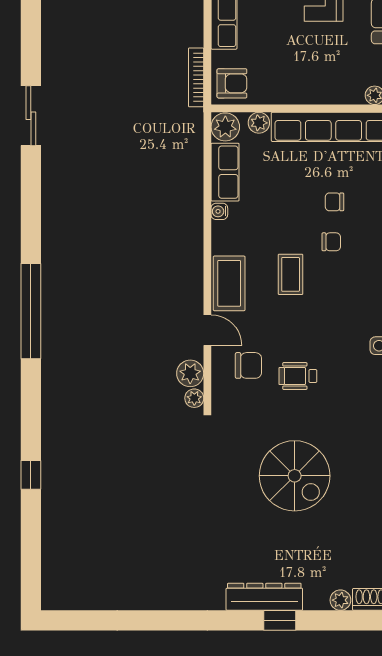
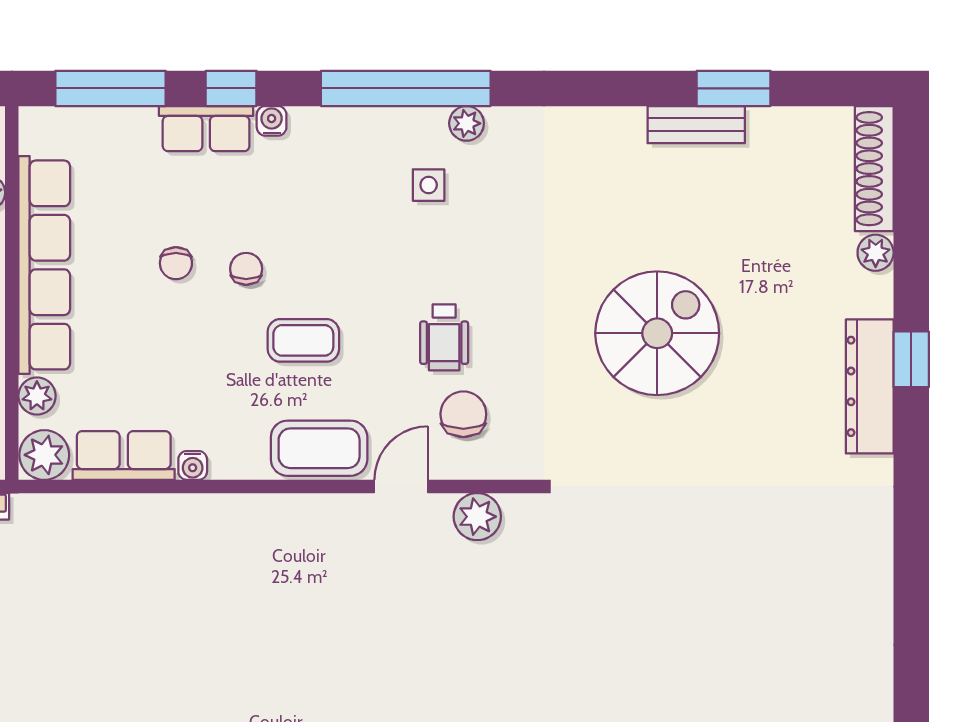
wheelchair: (298, 376) -> (444, 337), moved
plant: (194, 398) -> (521, 509), removed

